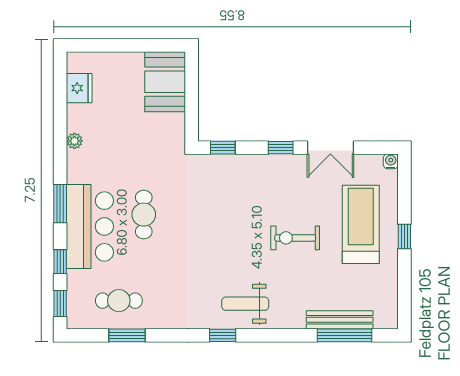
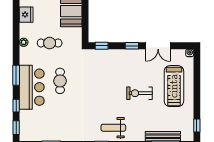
treadmill: (361, 224) -> (174, 86), turned 180
window: (404, 236) -> (197, 125), moved
cafe table: (119, 301) -> (50, 43), moved

